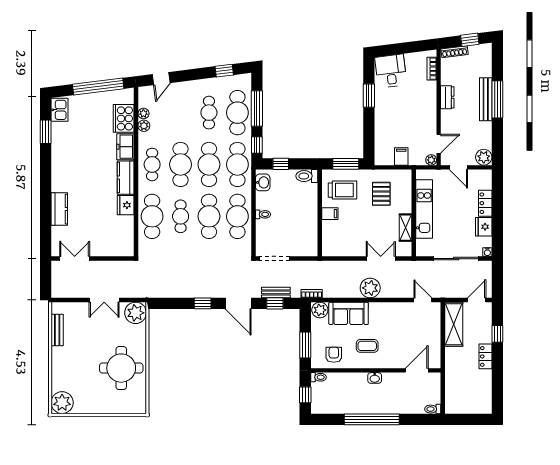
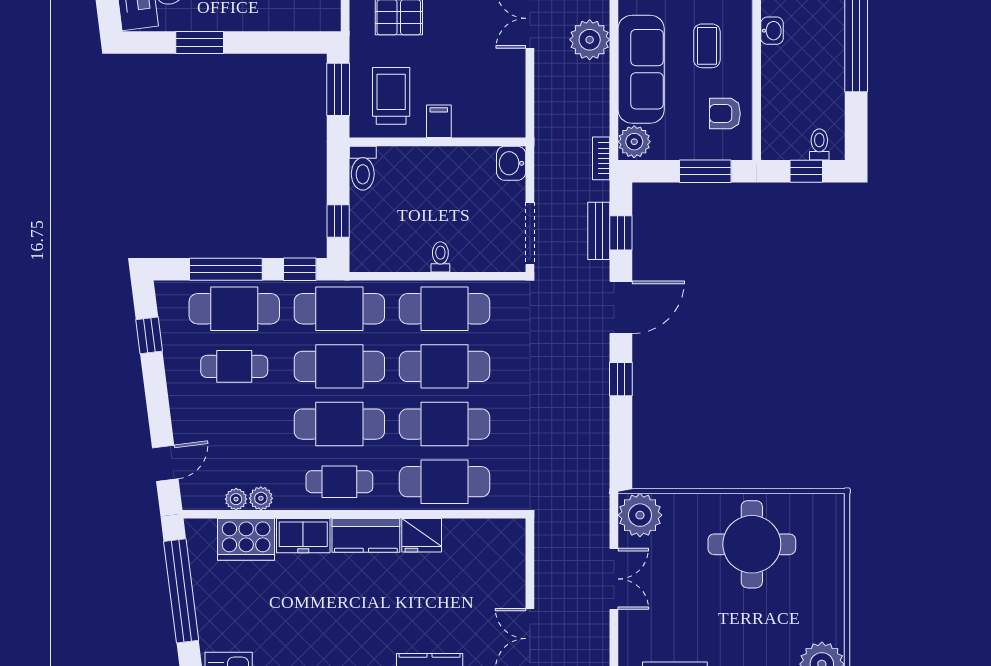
door: (161, 79) -> (165, 463), hinge flipped
washbasin: (263, 182) -> (511, 163), moved, turned -90
cafe table: (181, 216) -> (444, 424), width x1.37, depth x1.35
sofa: (349, 313) -> (641, 69), width x1.36
toilet: (319, 377) -> (819, 144), moved

